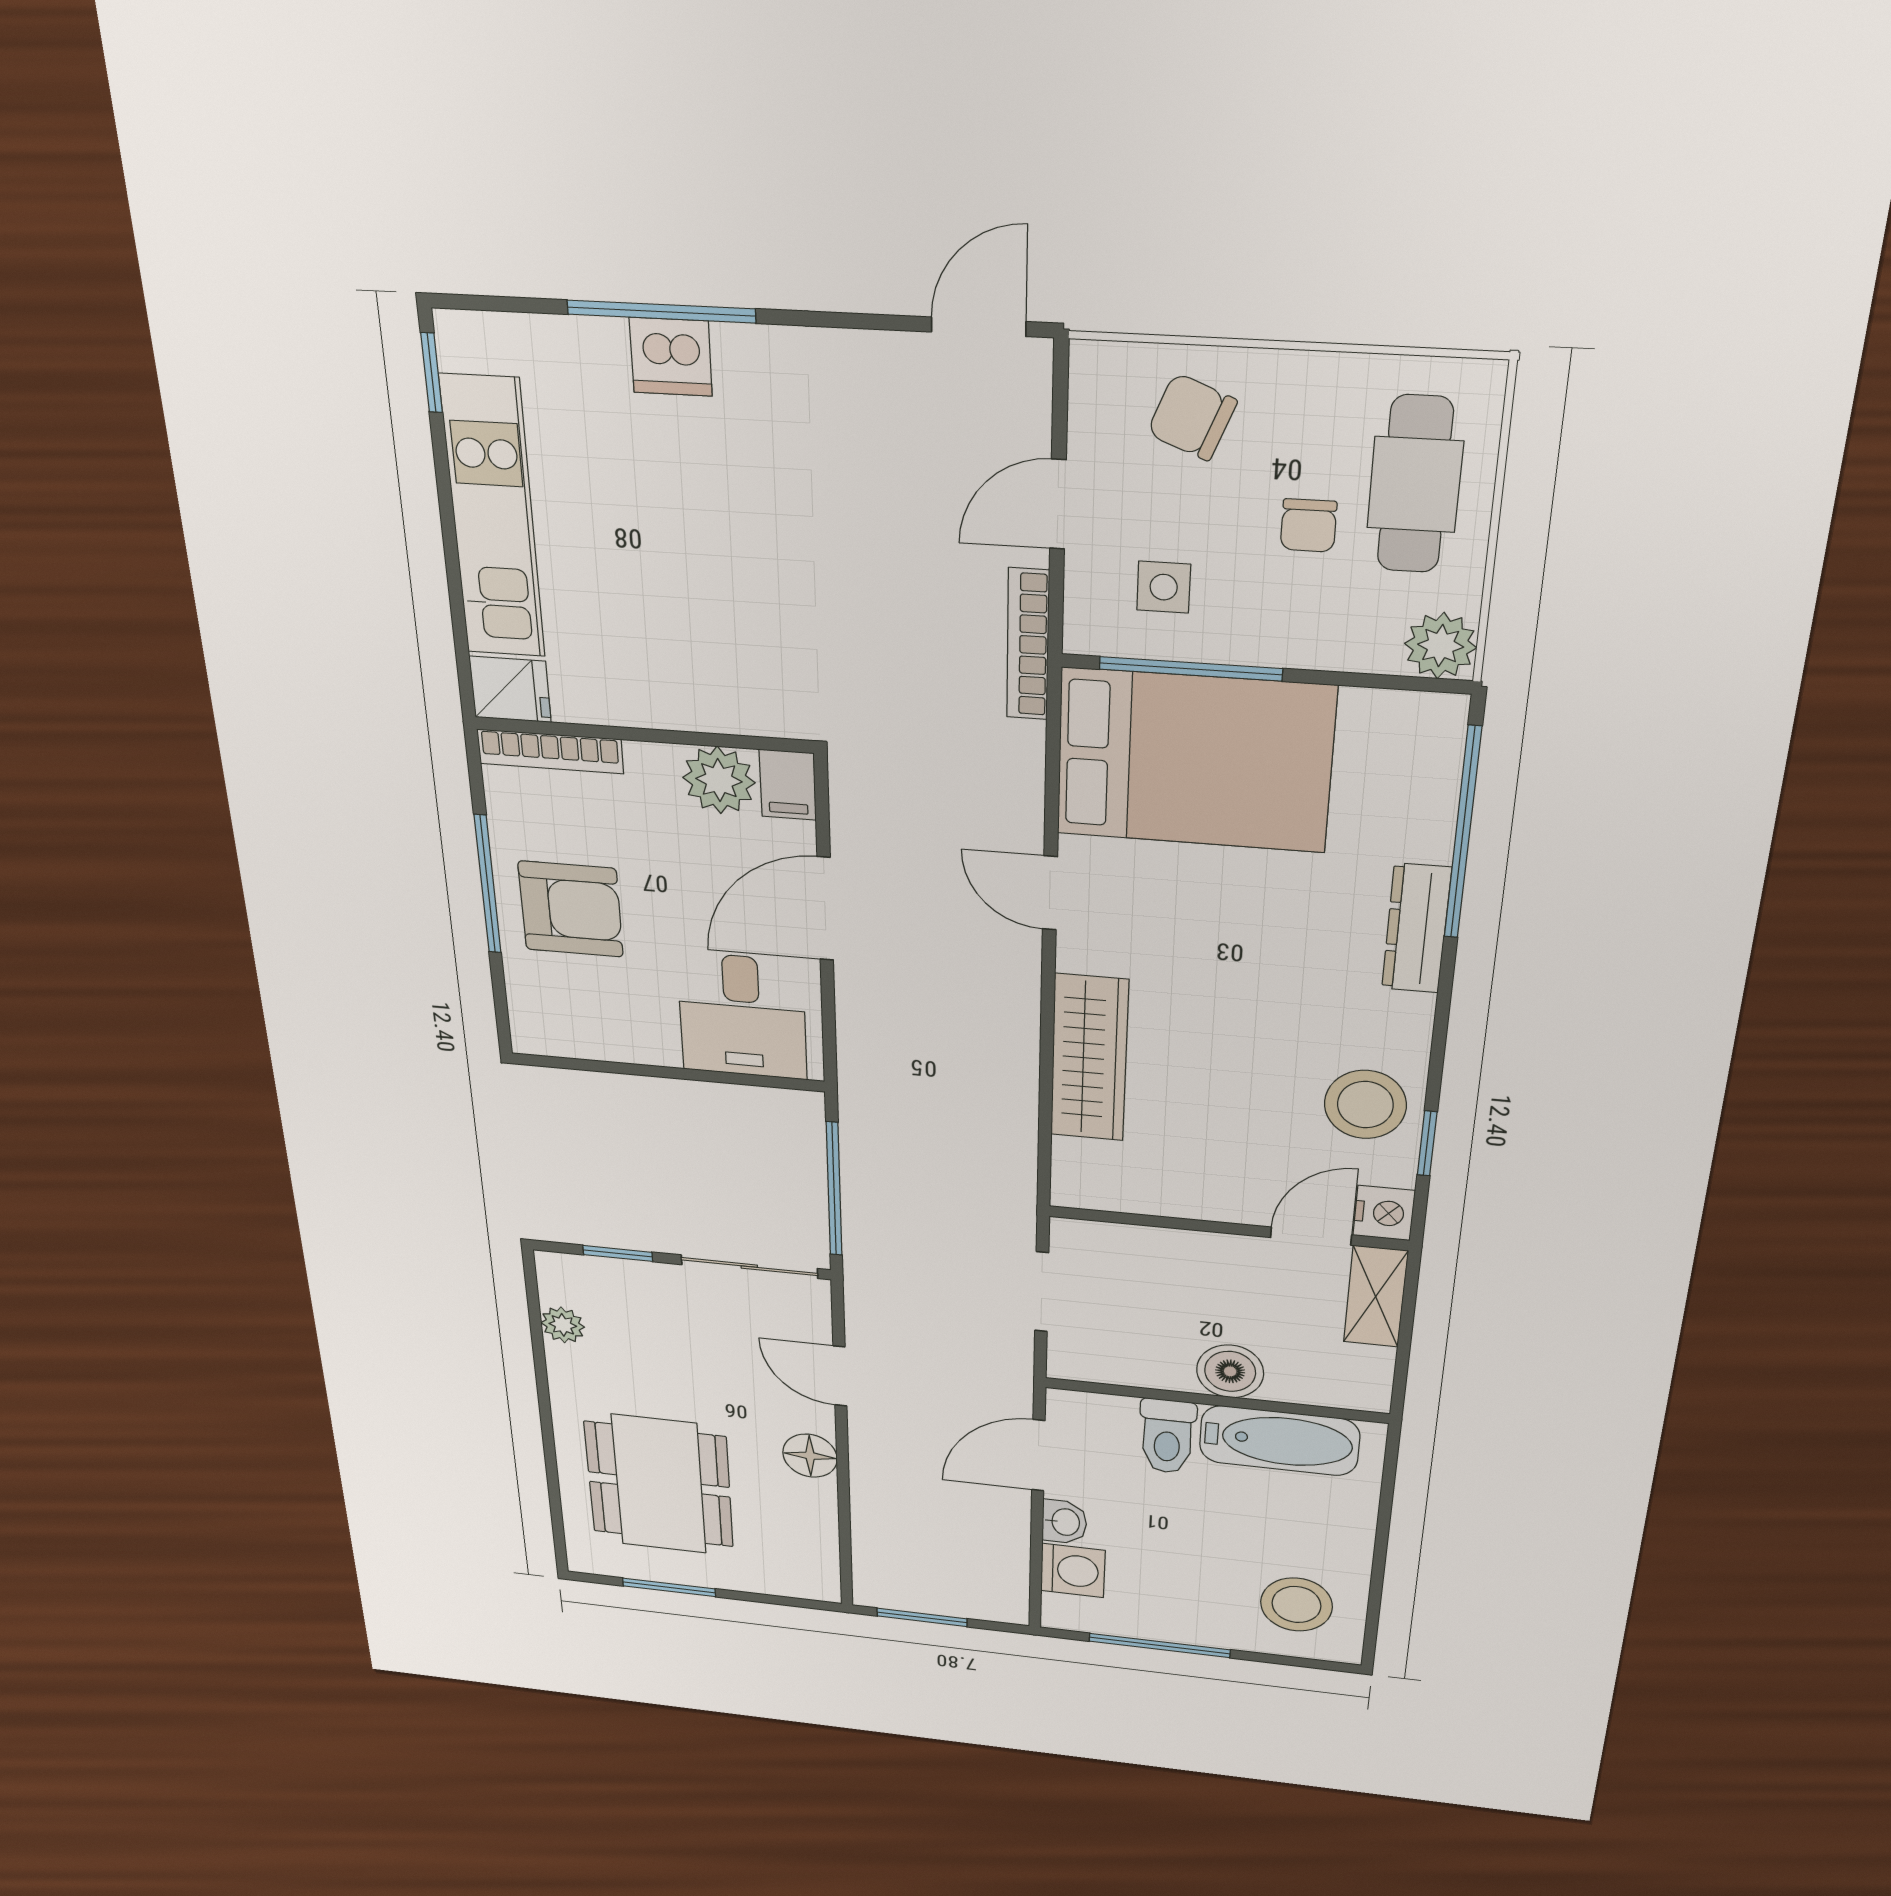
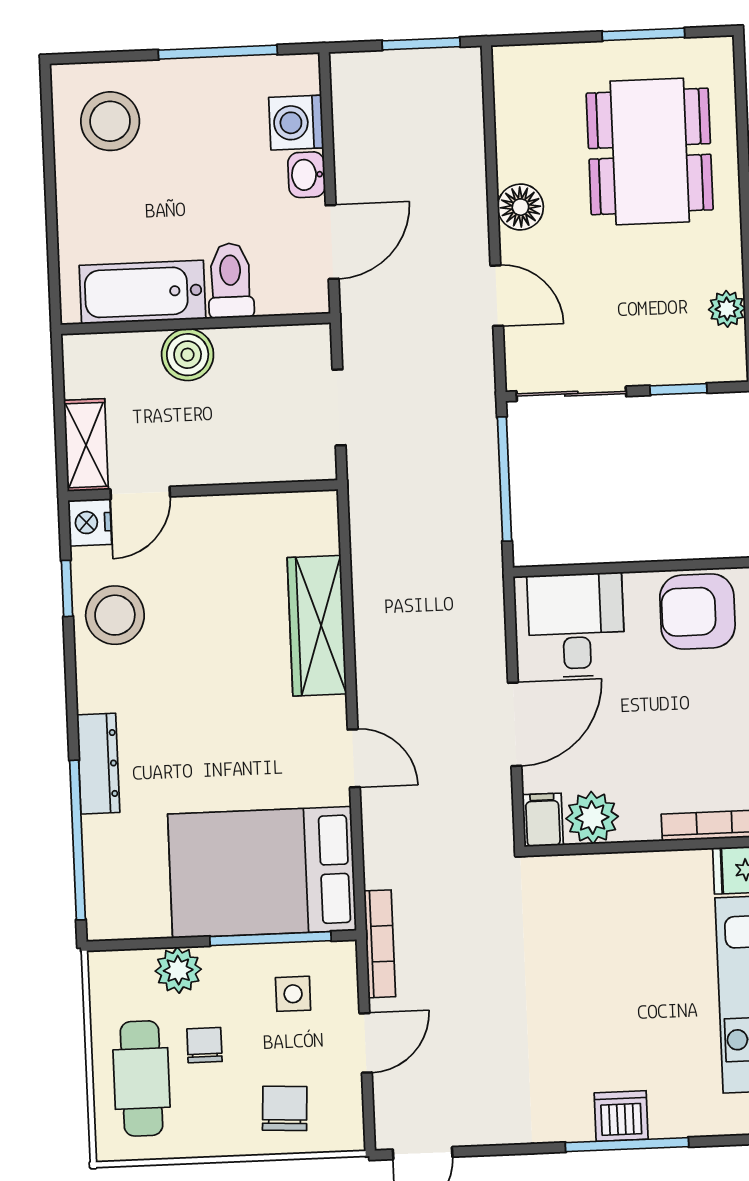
chair: (1192, 417) -> (285, 1108), turned -109
plant: (1441, 646) -> (178, 970), moved
armchair: (571, 909) -> (697, 611), moved

